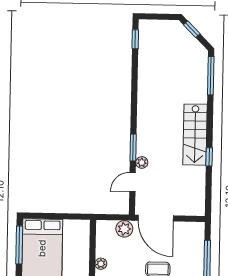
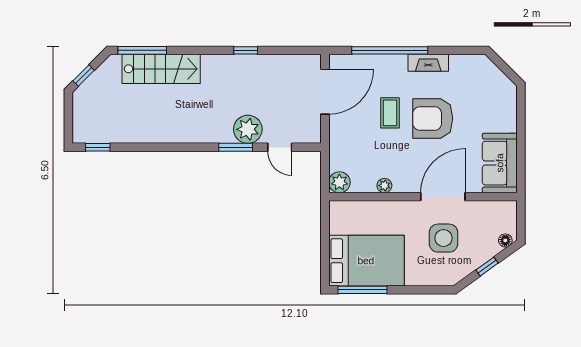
stairs: (195, 135) -> (161, 69), moved
plant: (142, 162) -> (248, 129), width x1.87, depth x1.87
door: (156, 218) -> (325, 92), moved
plant: (124, 229) -> (339, 182), moved

